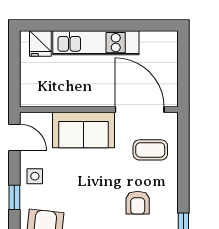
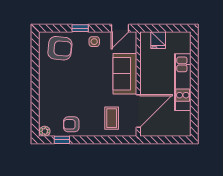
fridge: (40, 43) -> (158, 40), moved, turned -90
armchair: (138, 203) -> (71, 124), moved

